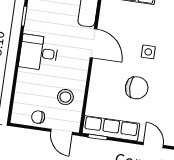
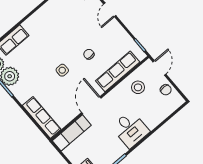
chair: (137, 88) -> (89, 54), width x0.54, depth x0.54
row of seats: (111, 128) -> (118, 71), moved, turned 90

